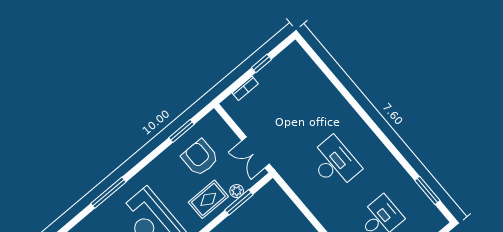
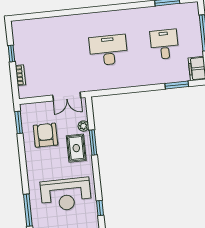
window: (182, 131) -> (19, 122), moved
armchair: (200, 158) -> (45, 135), turned 90
window: (239, 202) -> (93, 142), moved

